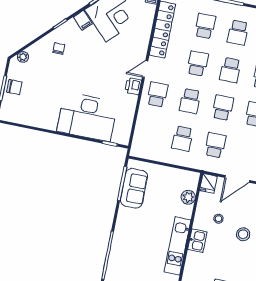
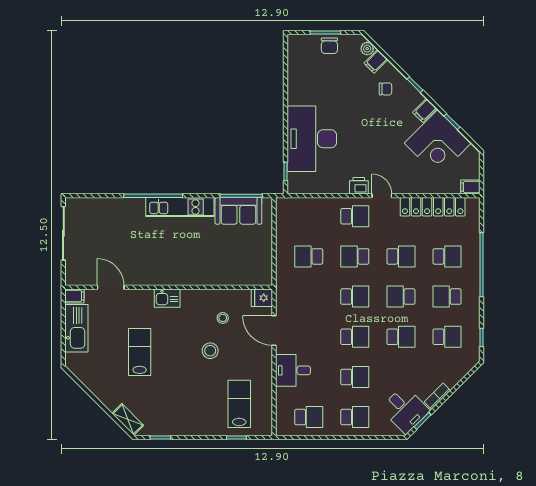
filing cabinet: (35, 52) -> (376, 61), added
school desk: (215, 145) -> (309, 297), removed
plant: (188, 197) -> (241, 277), removed
kitchen sink: (197, 241) -> (167, 298), moved
kitchen unit: (177, 246) -> (180, 207), moved, turned 180

